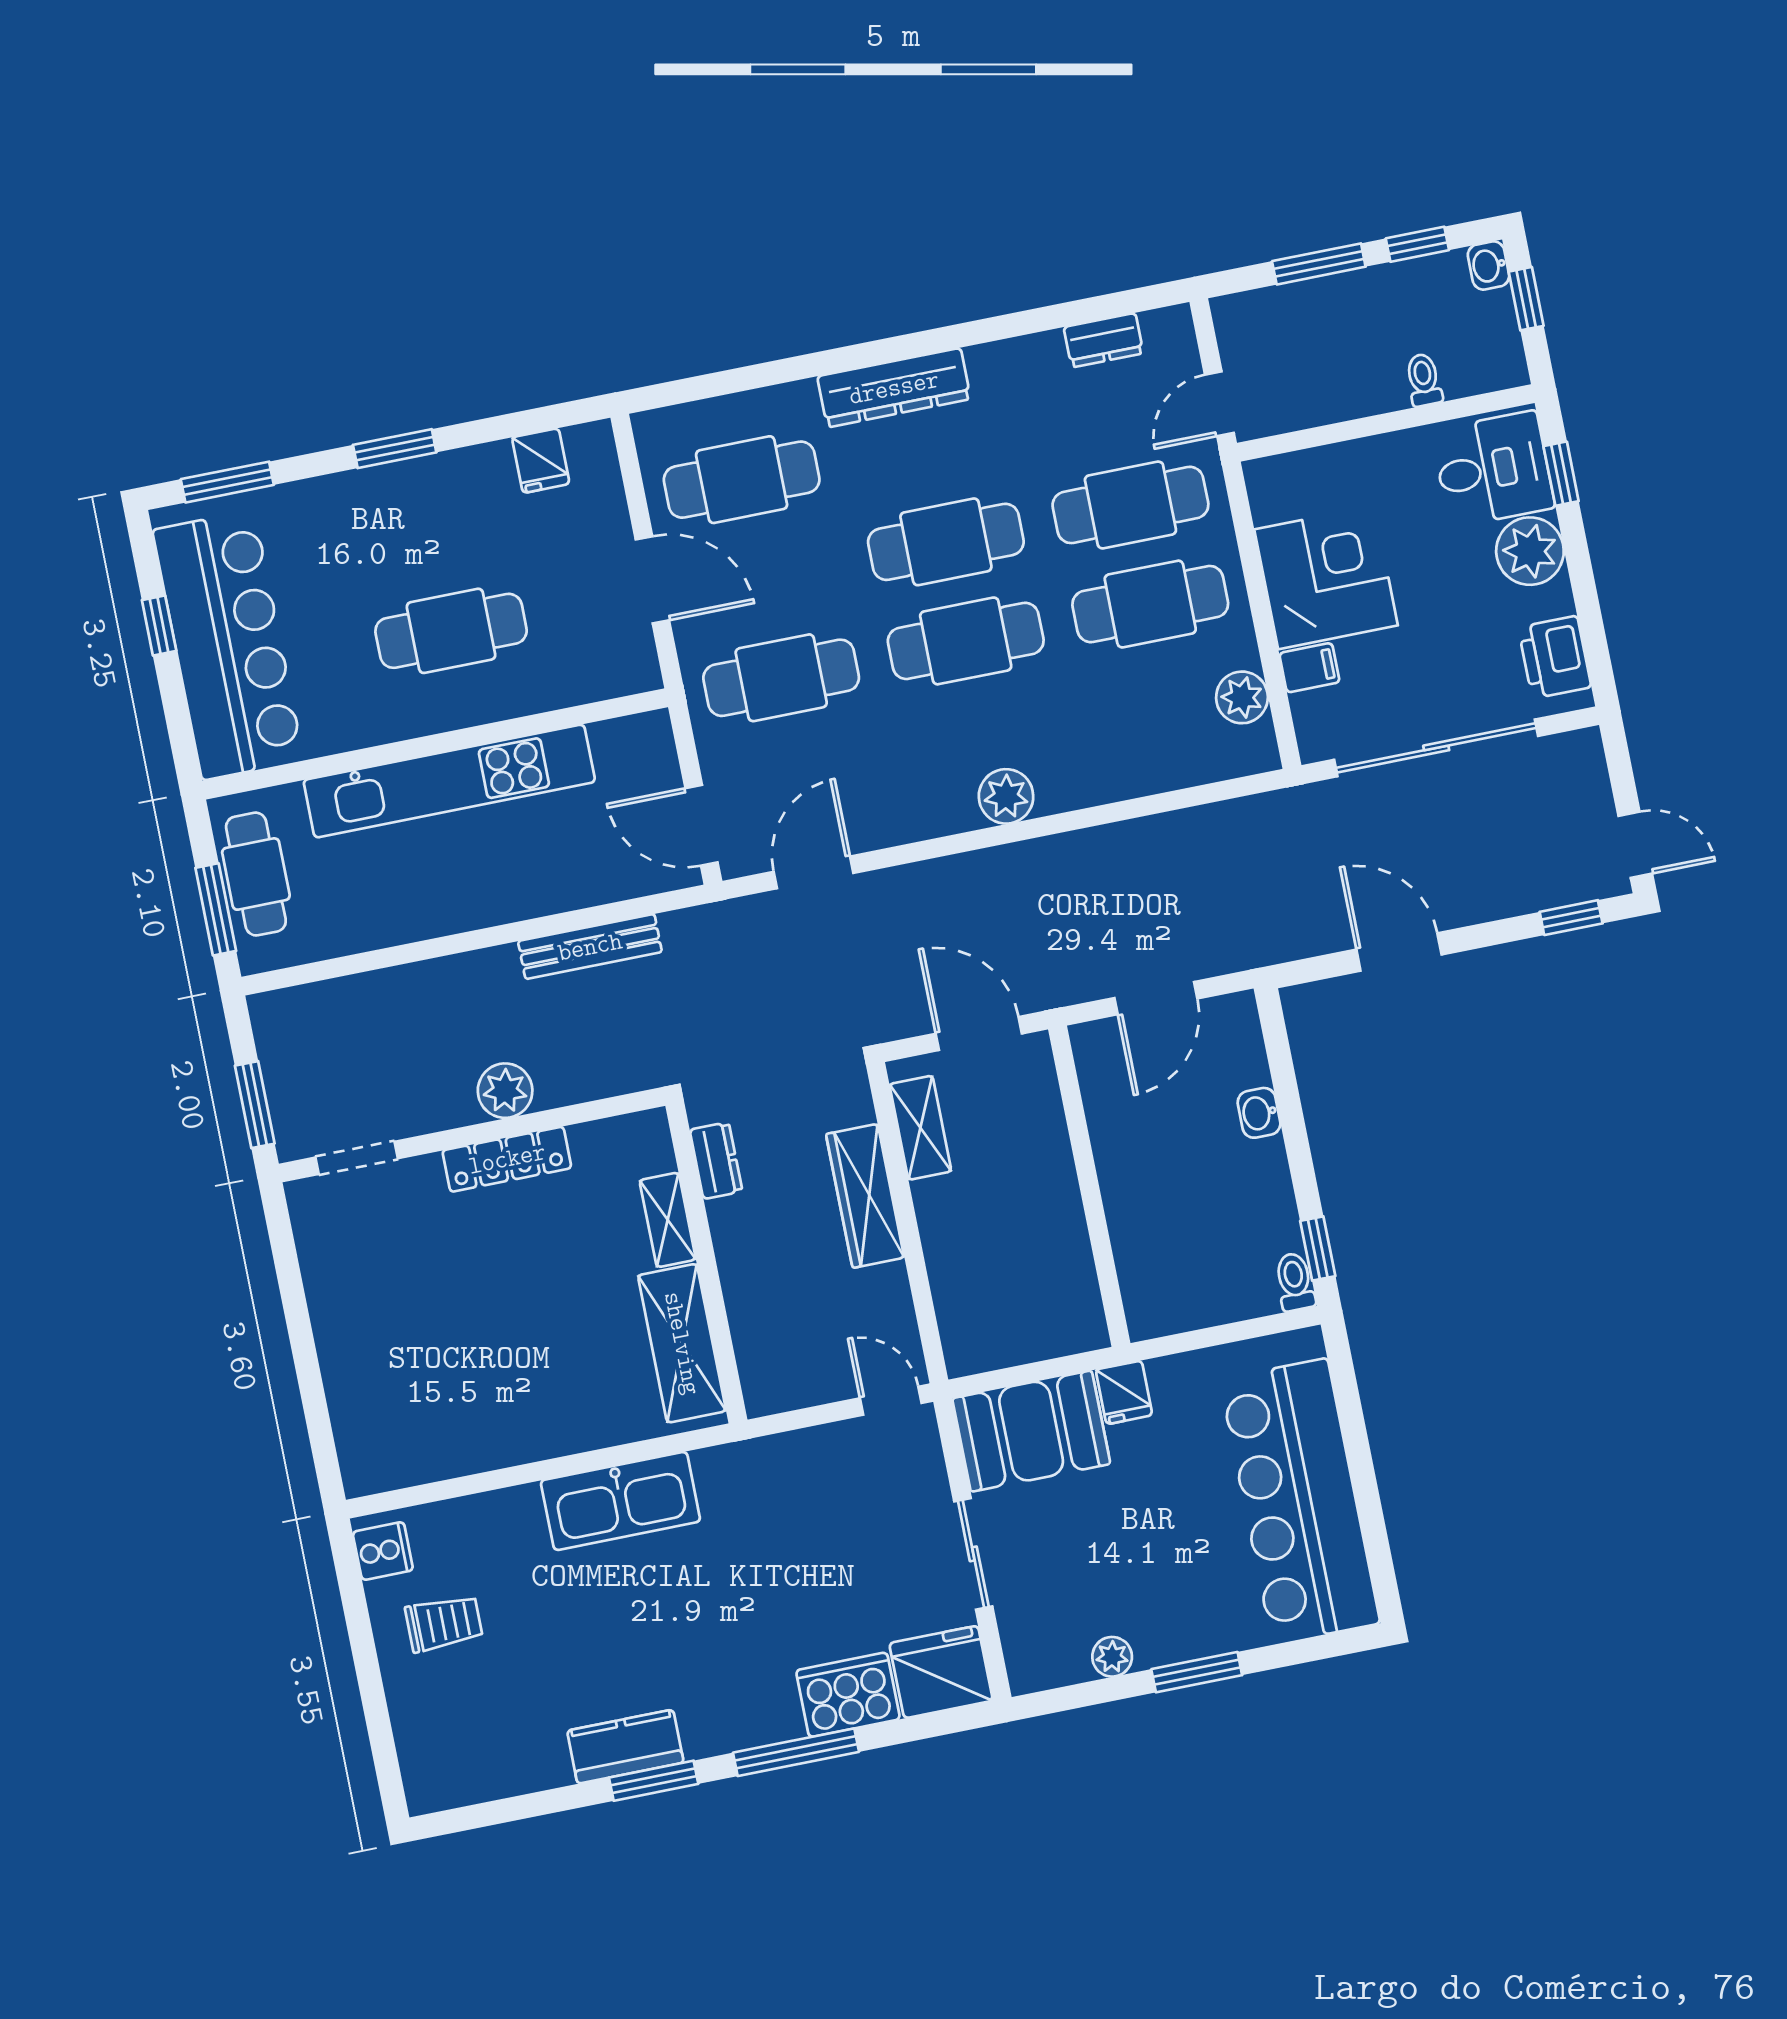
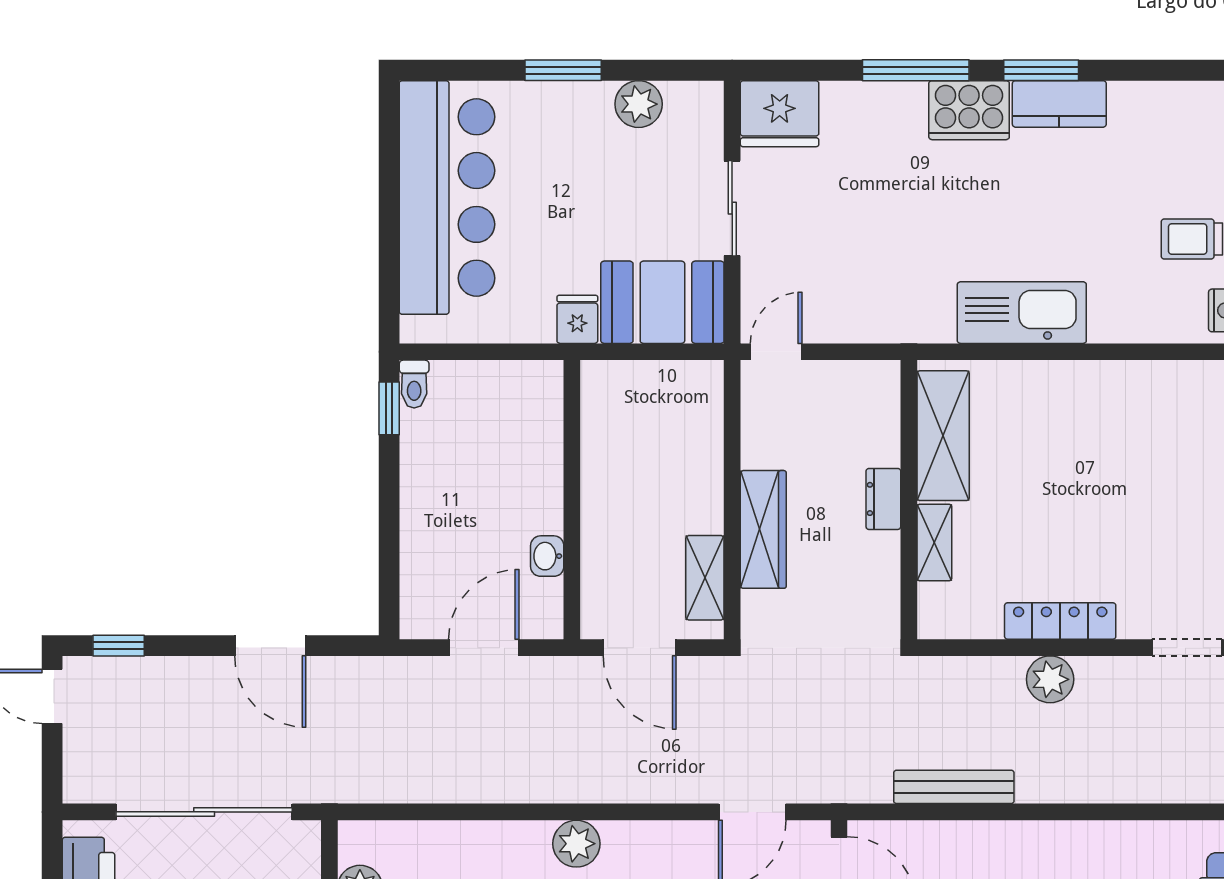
washbasin: (1259, 1113) -> (547, 556), moved, turned 180
dresser: (716, 1161) -> (883, 499), moved
door: (891, 1401) -> (776, 352), swing flipped
plant: (1112, 1657) -> (639, 104), width x1.38, depth x1.38
cooker: (848, 1695) -> (969, 110), moved

